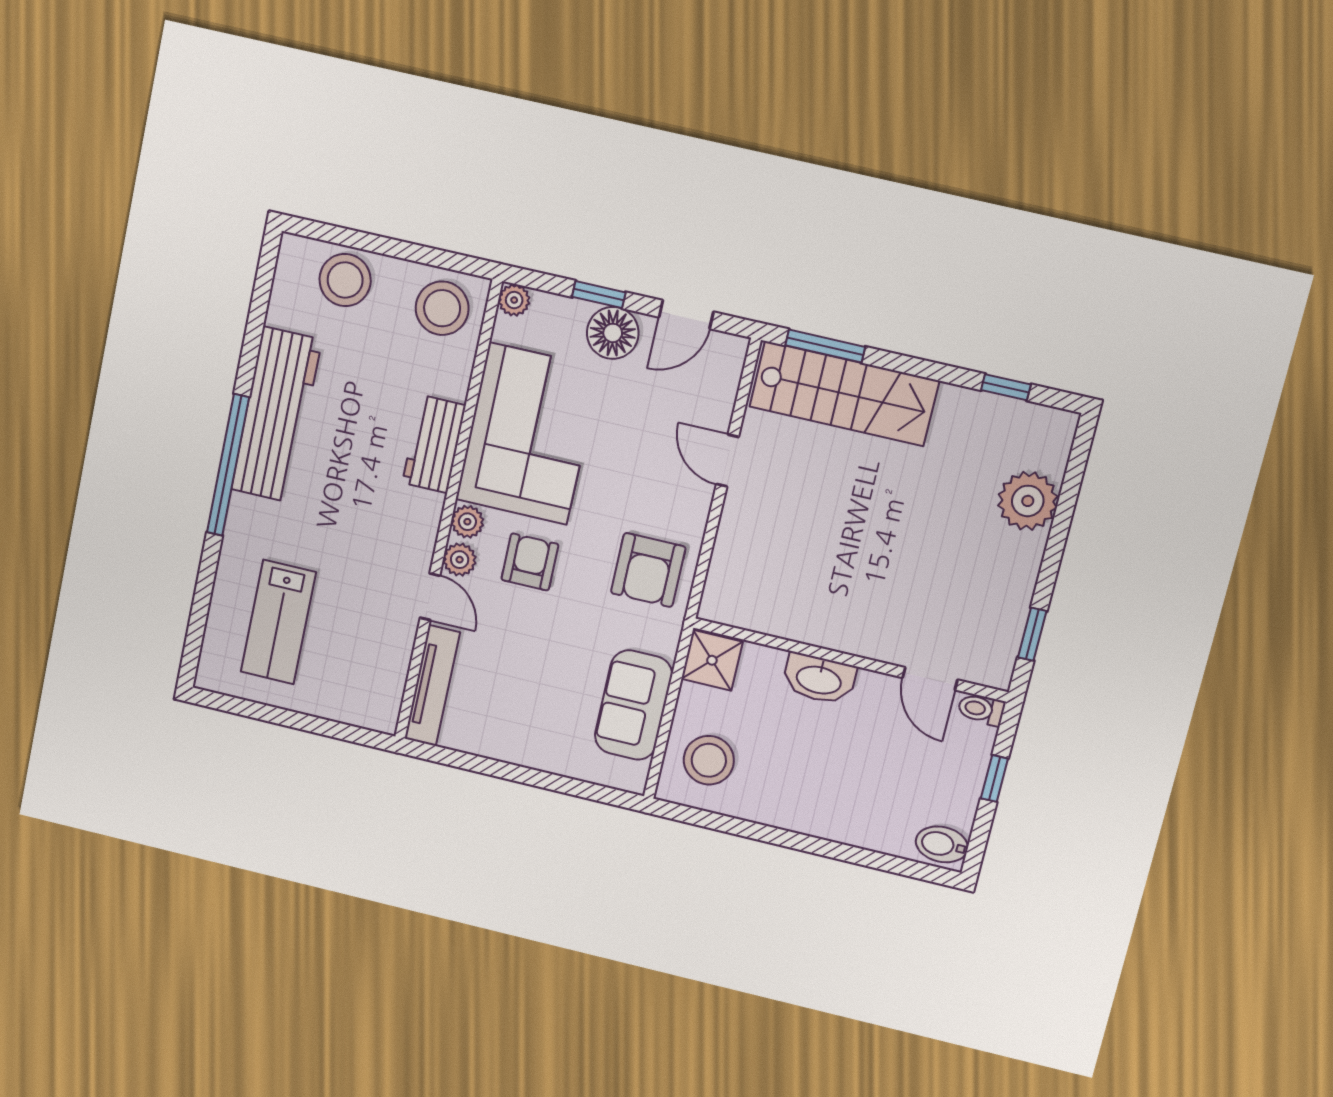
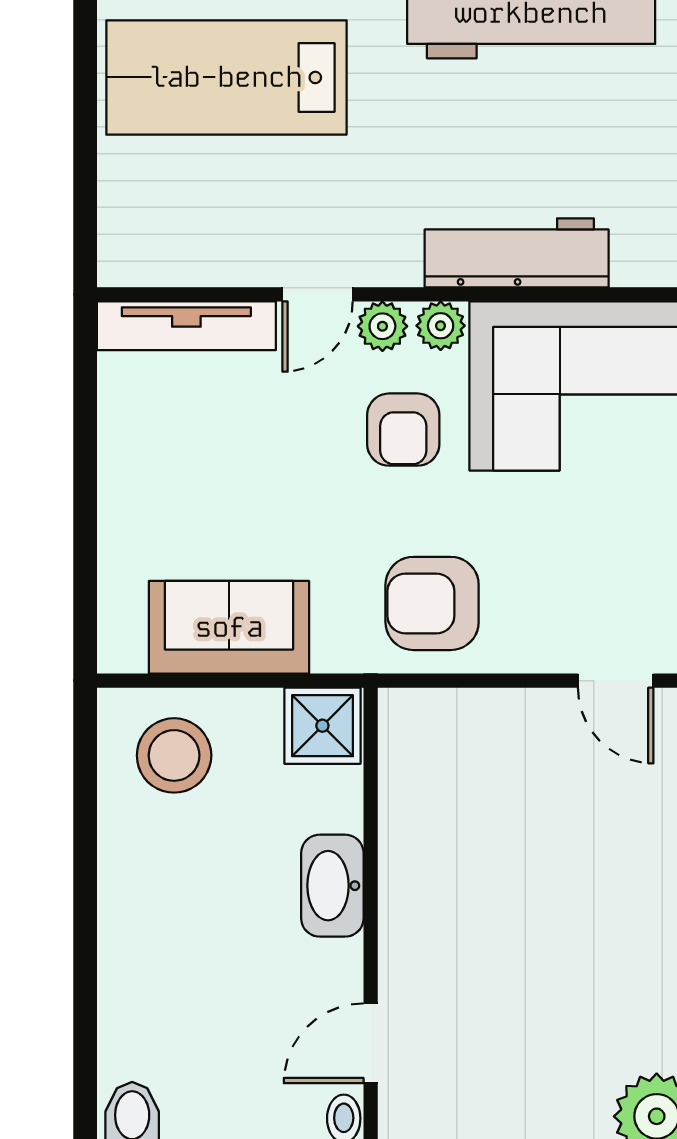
workbench: (434, 444) -> (517, 253), width x1.38
door: (727, 461) -> (616, 681), swing flipped
armchair: (530, 562) -> (403, 430), turned 90
lab bench: (278, 622) -> (226, 77), width x1.36, depth x1.39

